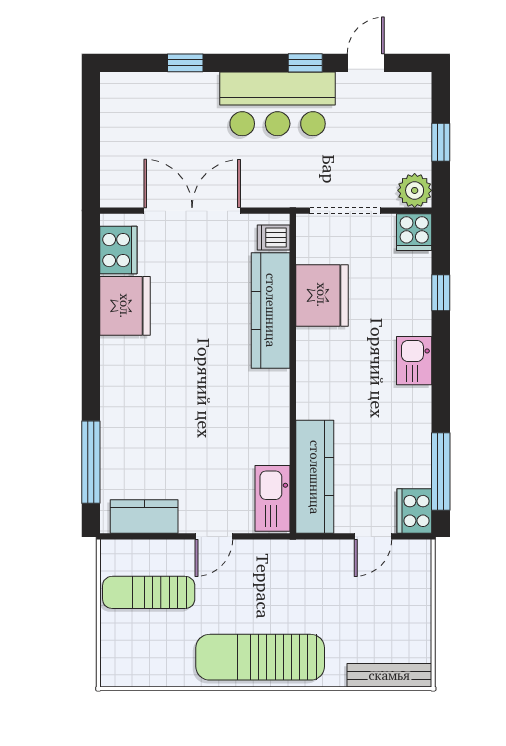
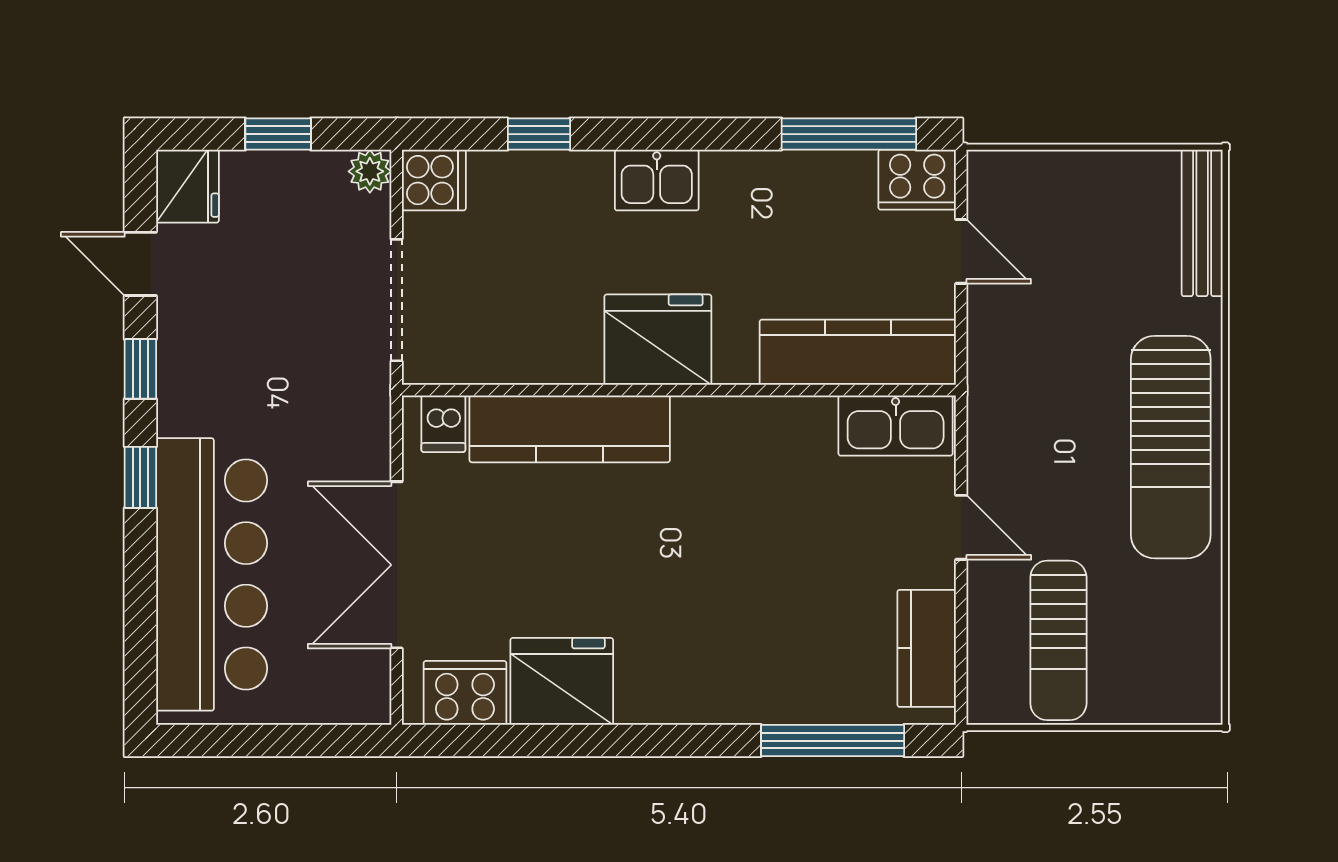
window: (185, 63) -> (140, 477), moved
fridge: (411, 90) -> (187, 186), added
bar counter: (278, 104) -> (212, 574), moved, width x1.36
plant: (415, 190) -> (370, 171), width x0.73, depth x0.73
fridge: (322, 295) -> (658, 340), moved

